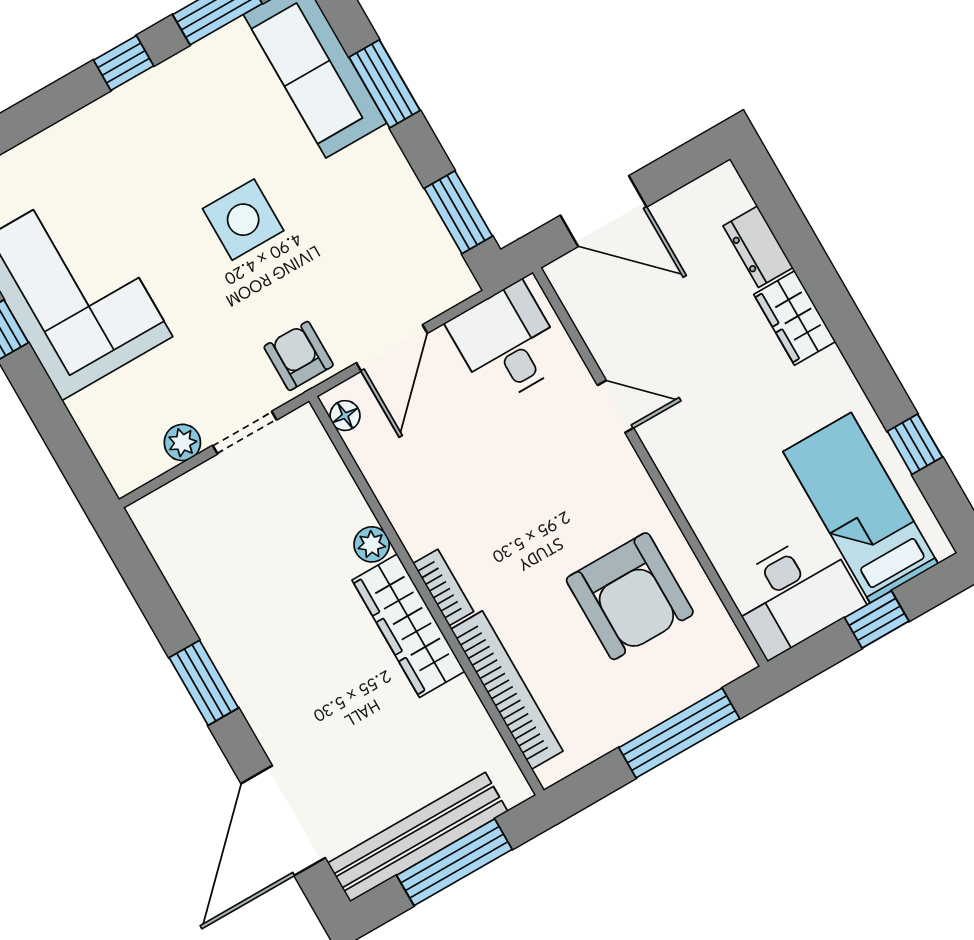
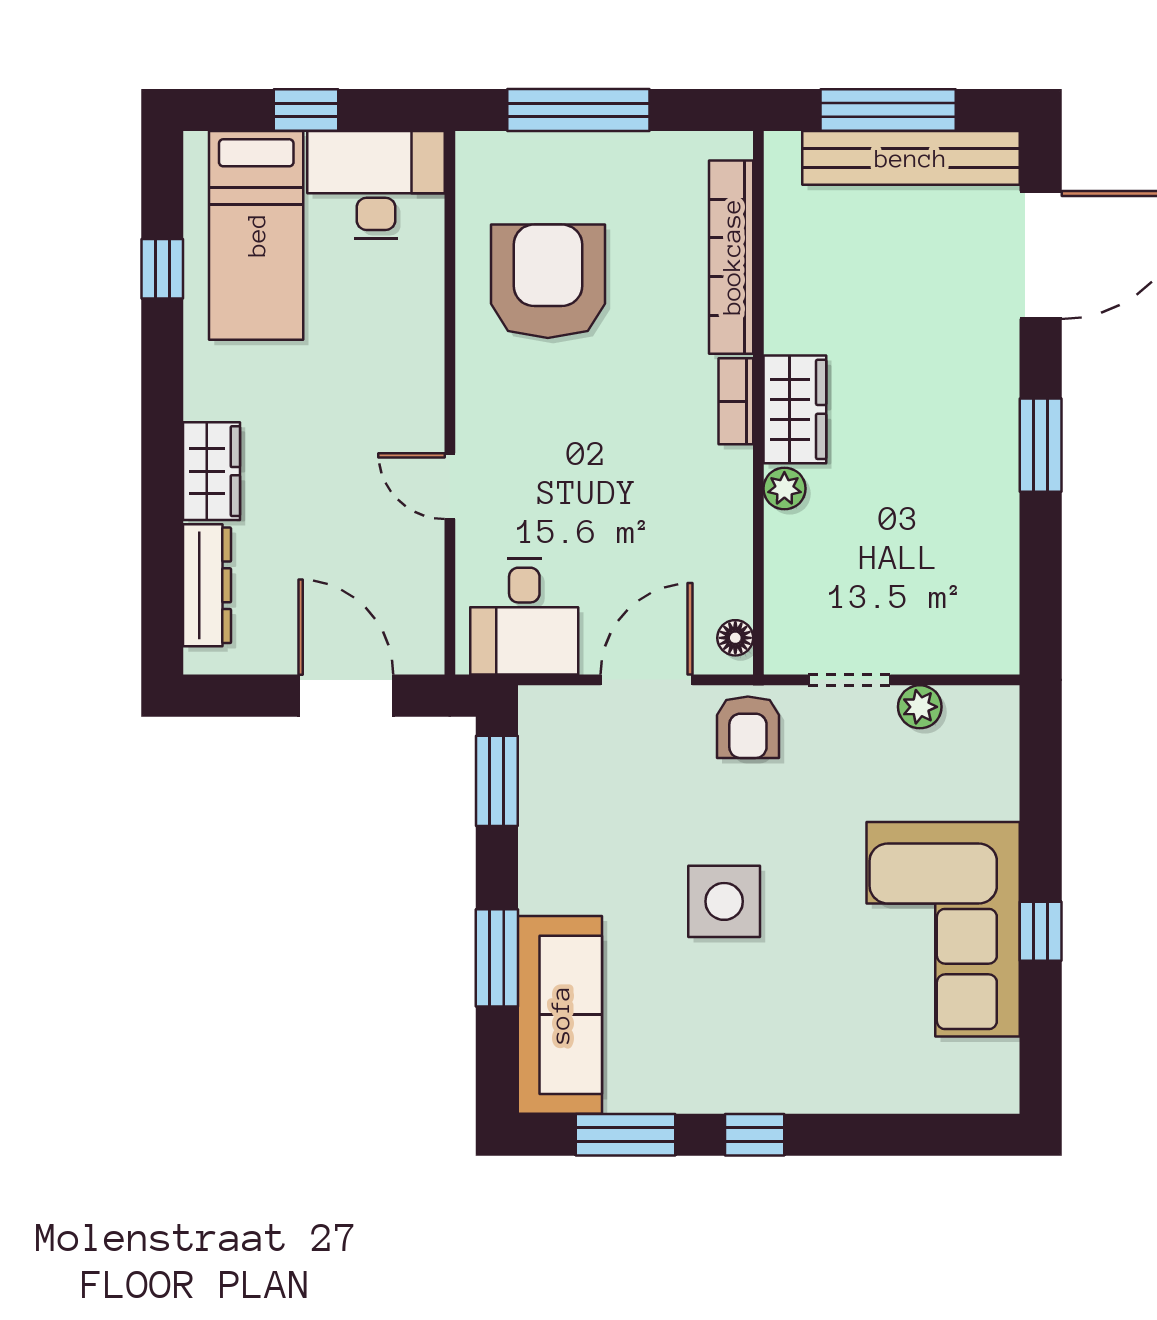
dresser: (758, 247) -> (207, 585), width x1.44
wardrobe: (408, 626) -> (795, 409), width x0.67

